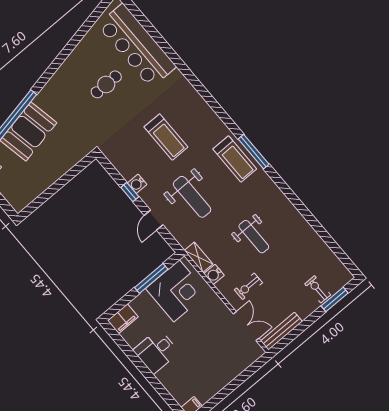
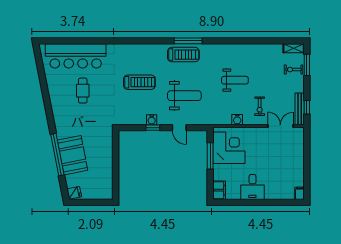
shelving: (199, 257) -> (294, 48), moved
window: (290, 337) -> (307, 107), added

